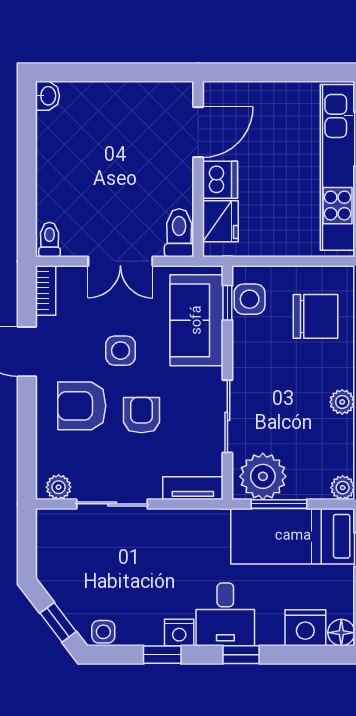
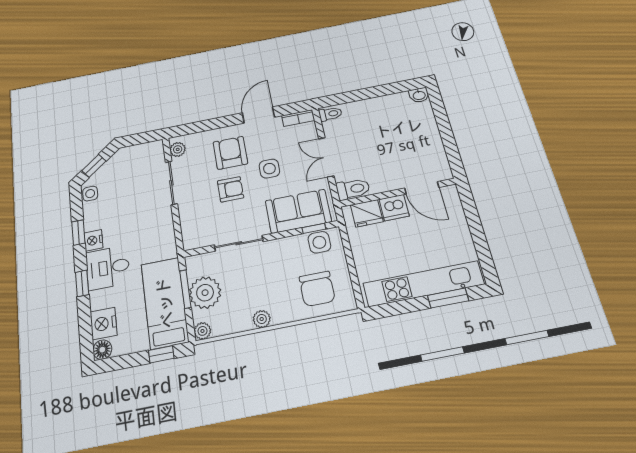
plant: (263, 476) -> (205, 293), moved
tv unit: (193, 488) -> (188, 230), removed

